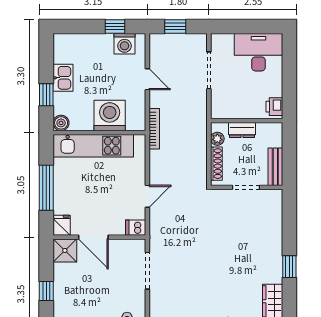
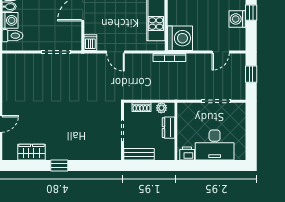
window: (115, 27) -> (251, 13), moved
washing machine: (125, 44) -> (237, 19), moved
desk: (259, 52) -> (215, 145), moved, turned 90
door: (147, 79) -> (221, 52), moved
washing machine: (110, 116) -> (180, 38), moved
shoe rack: (216, 164) -> (142, 107), width x0.70

